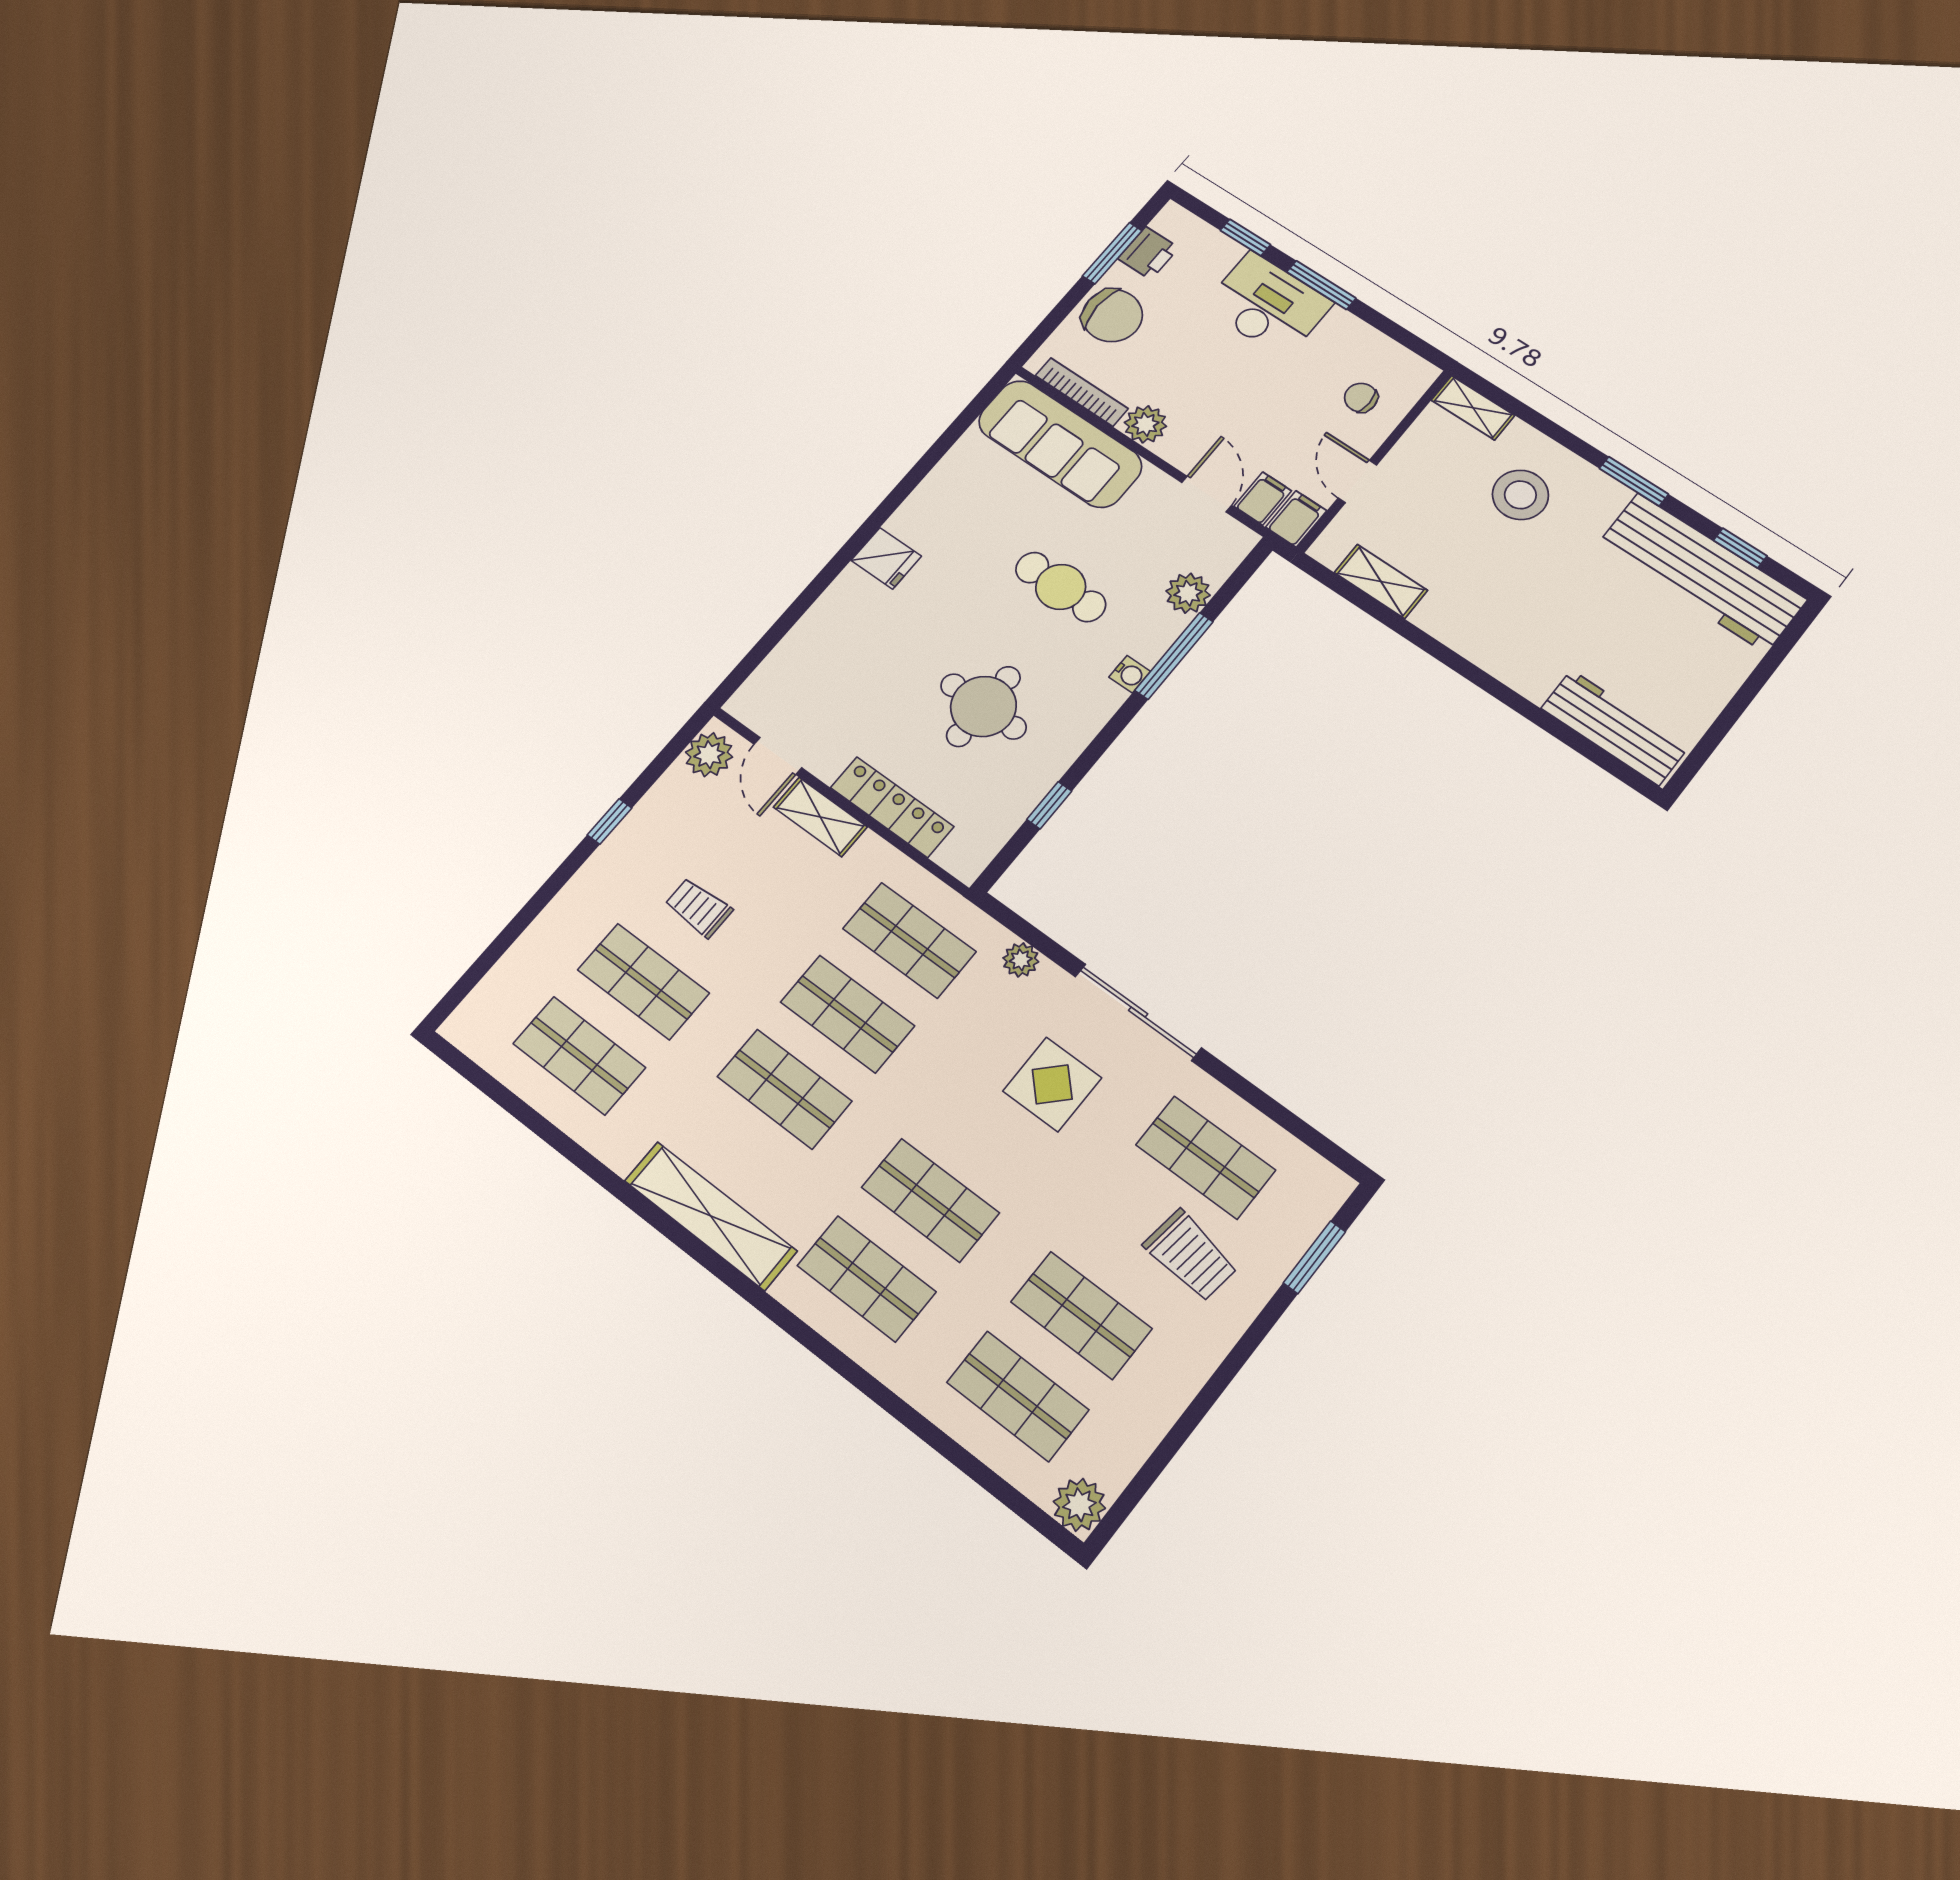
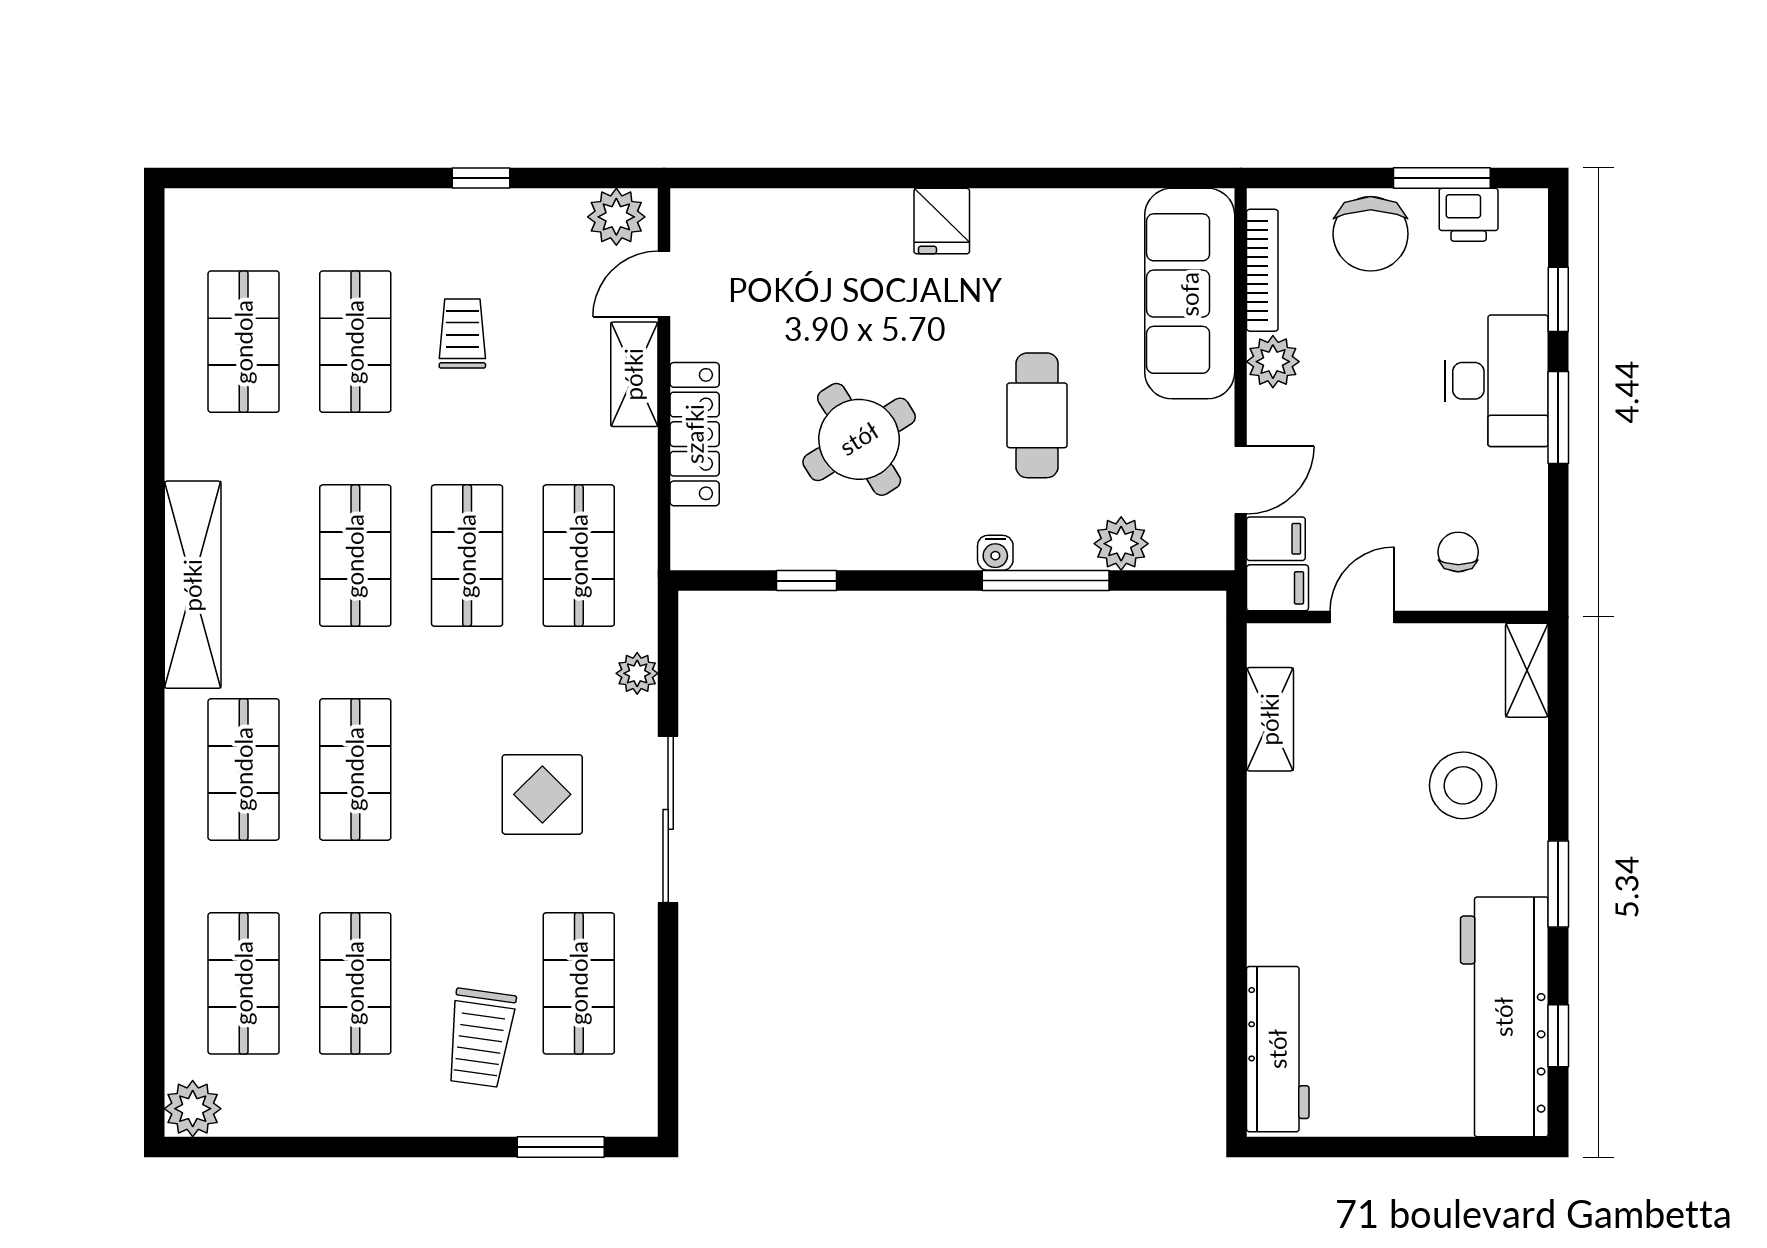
round table: (983, 706) -> (859, 439), turned -32

